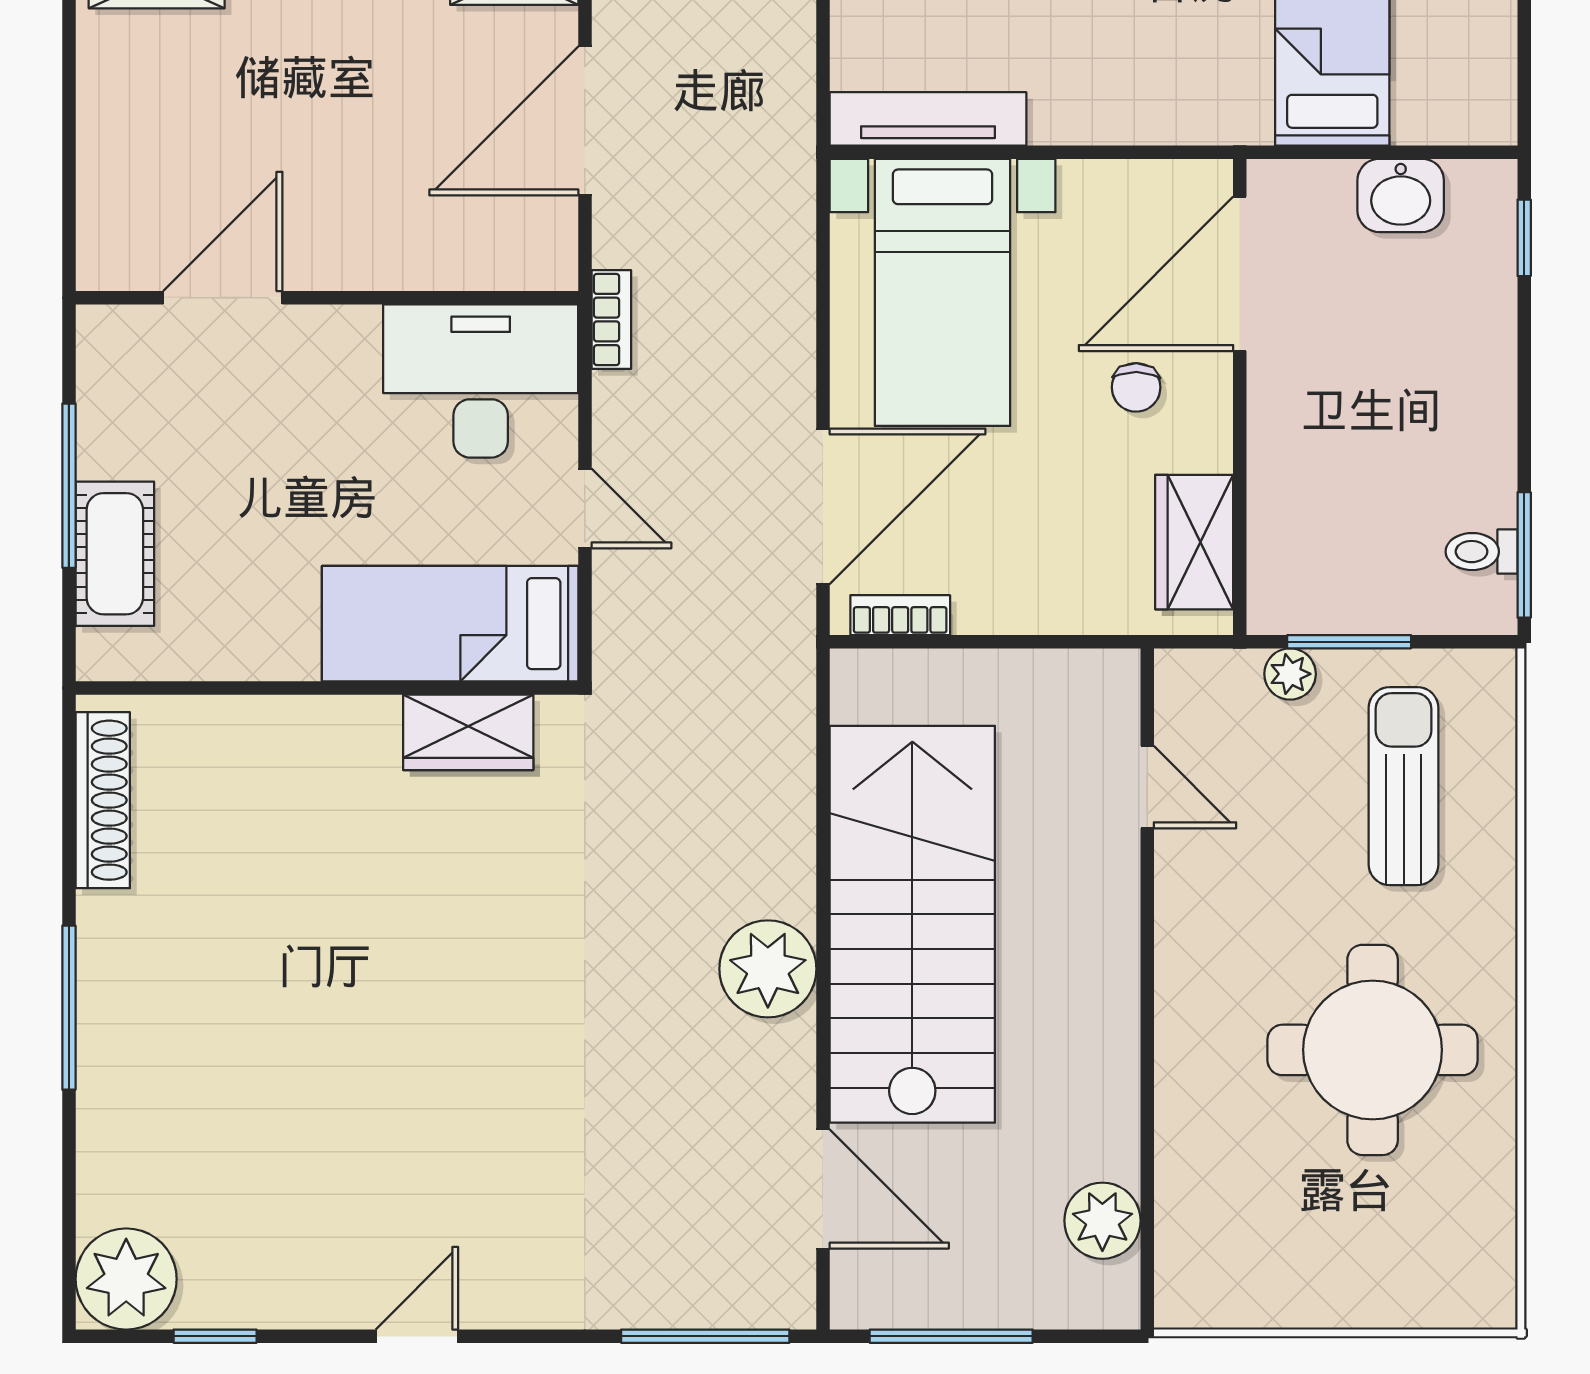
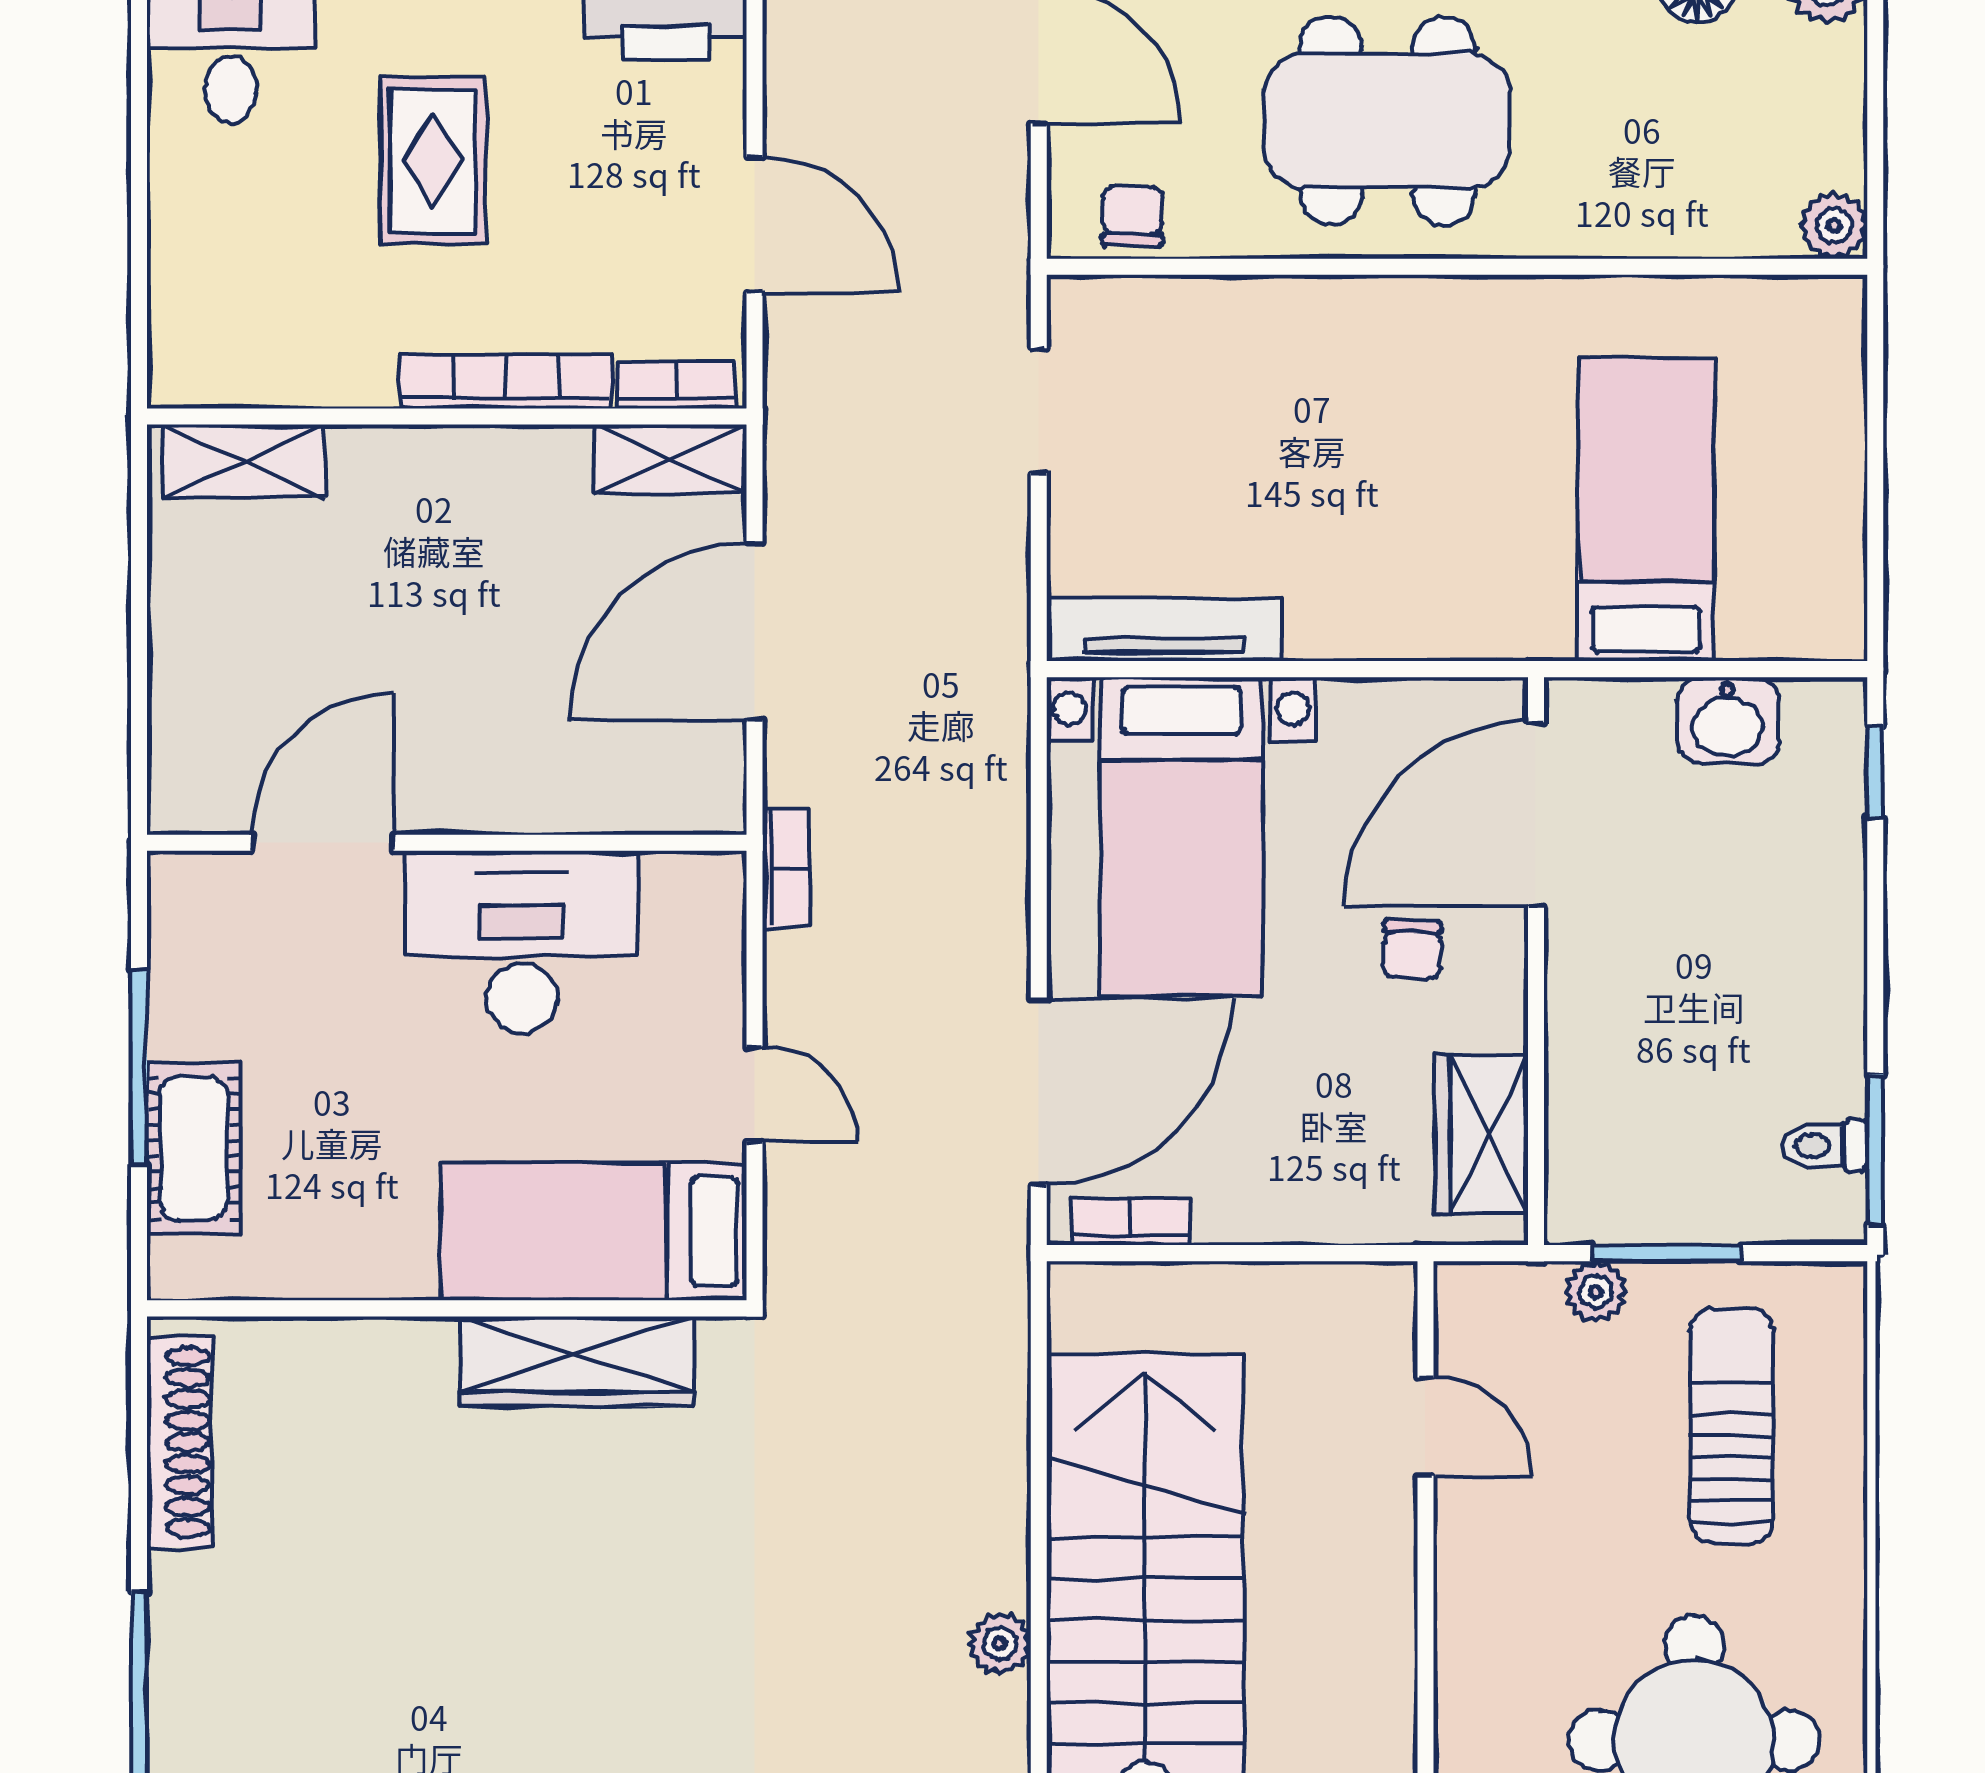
desk: (481, 381) -> (522, 942), moved
wardrobe: (468, 732) -> (577, 1361), width x1.50
plant: (768, 969) -> (1000, 1643), width x0.53, depth x0.53

